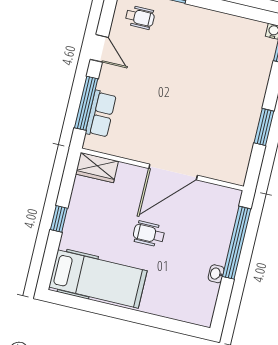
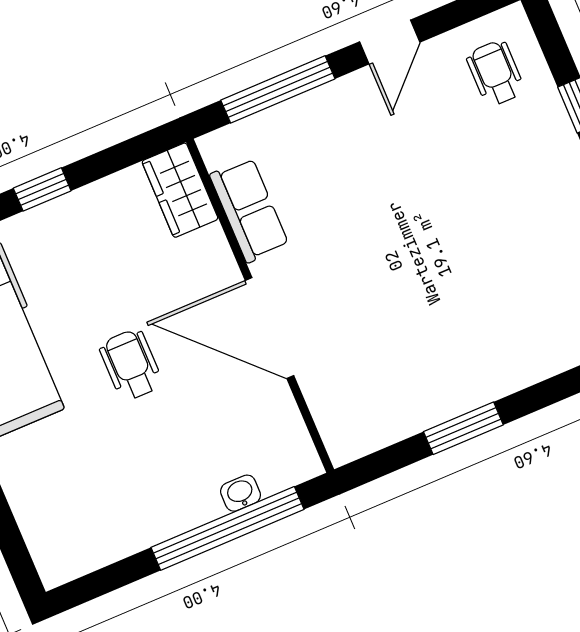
wheelchair: (140, 17) -> (496, 73), turned 180
row of seats: (101, 114) -> (249, 210), moved, turned -90
washbasin: (216, 274) -> (241, 493), moved

